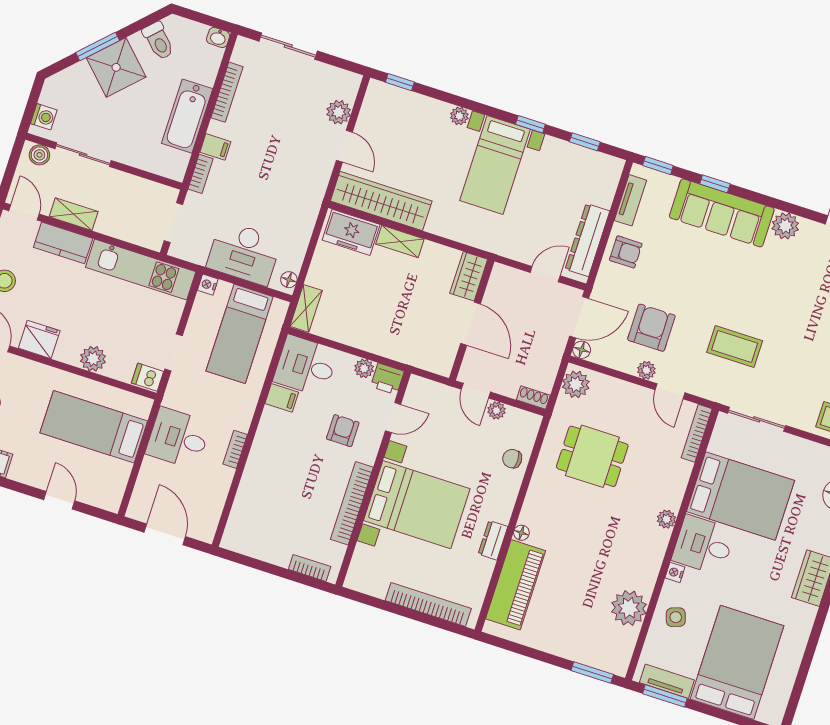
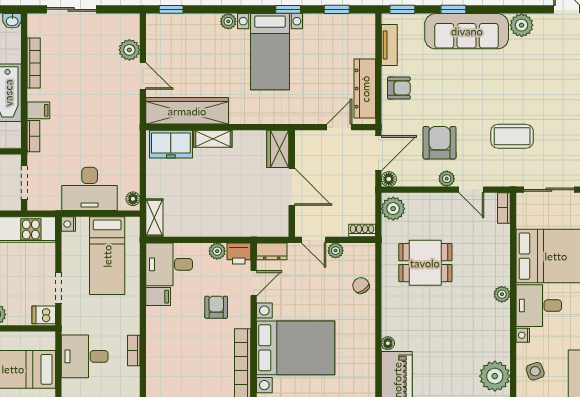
bookcase: (697, 433) -> (504, 208), width x0.64
chair: (512, 459) -> (361, 286), turned 57
dresser: (493, 540) -> (272, 251), moved, turned -90

